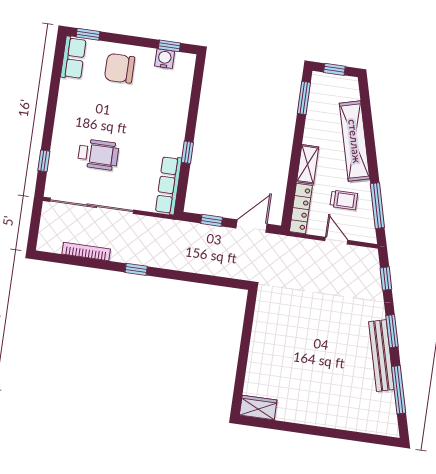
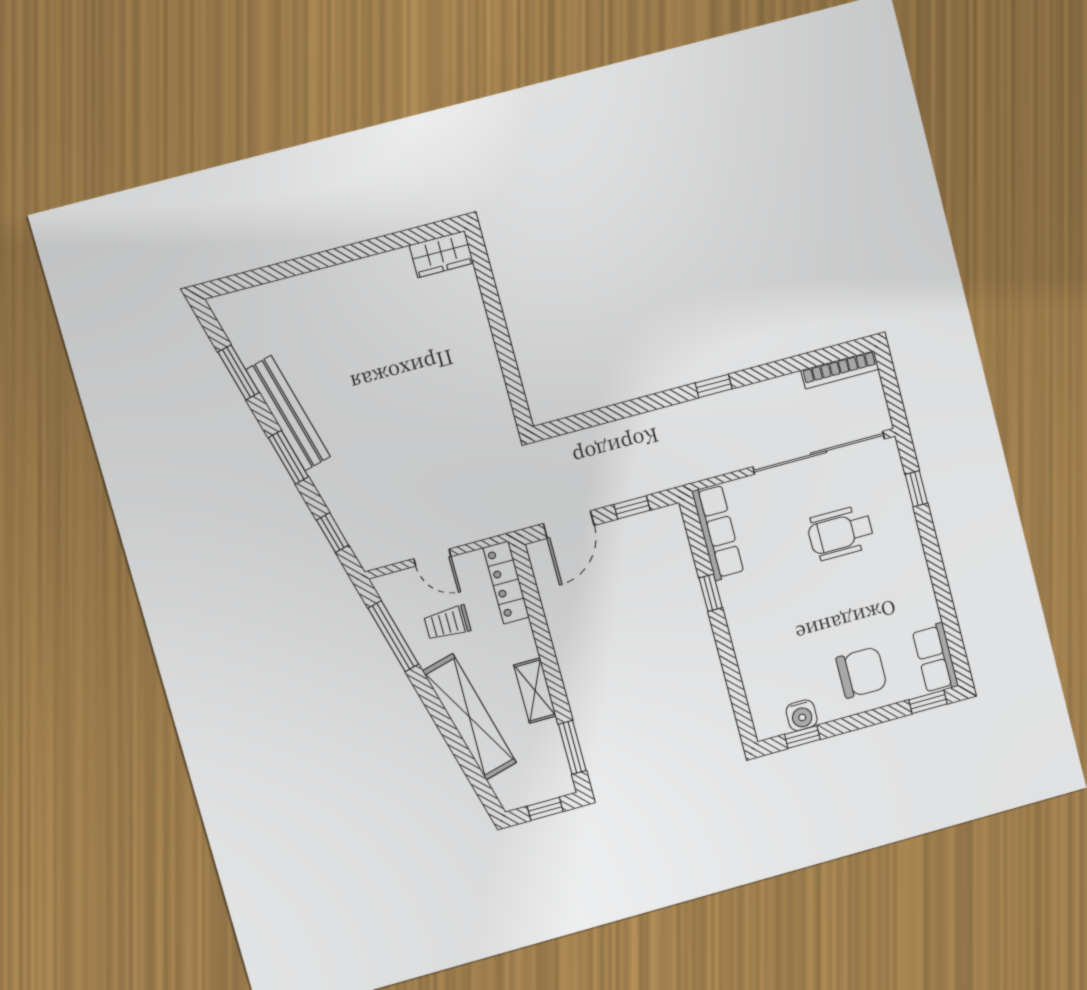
shelving: (308, 164) -> (535, 691), moved
bookcase: (86, 252) -> (840, 370), moved
window: (399, 390) -> (239, 372), width x0.69

